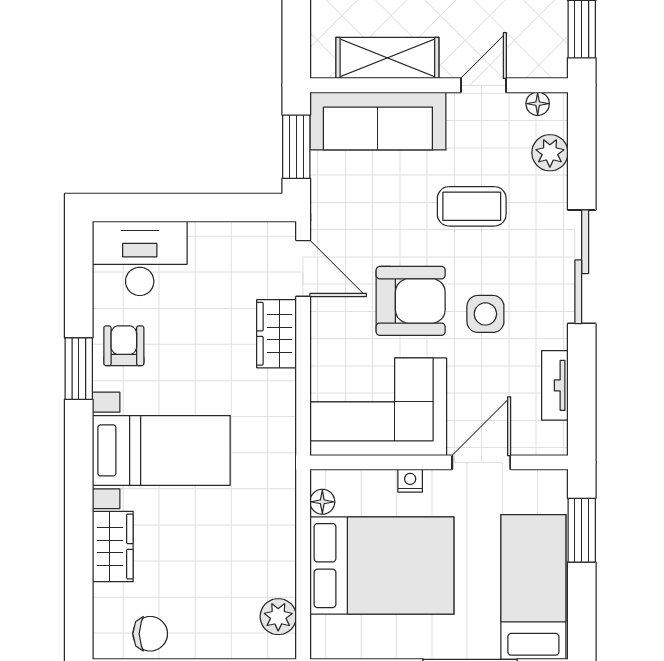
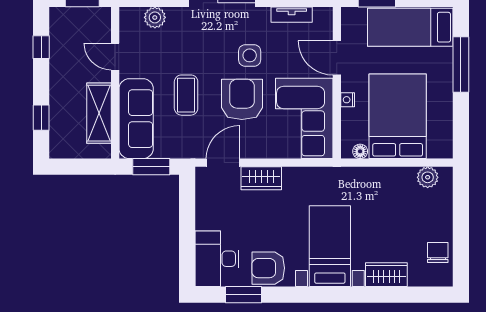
floor lamp: (538, 104) -> (126, 25), removed
coffee table: (472, 206) -> (186, 95), moved
armchair: (124, 346) -> (268, 268), width x1.38, depth x1.38
window: (79, 369) -> (243, 295), moved

